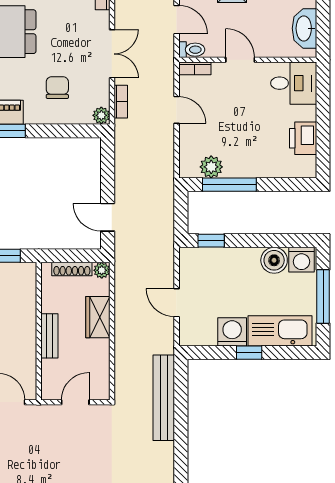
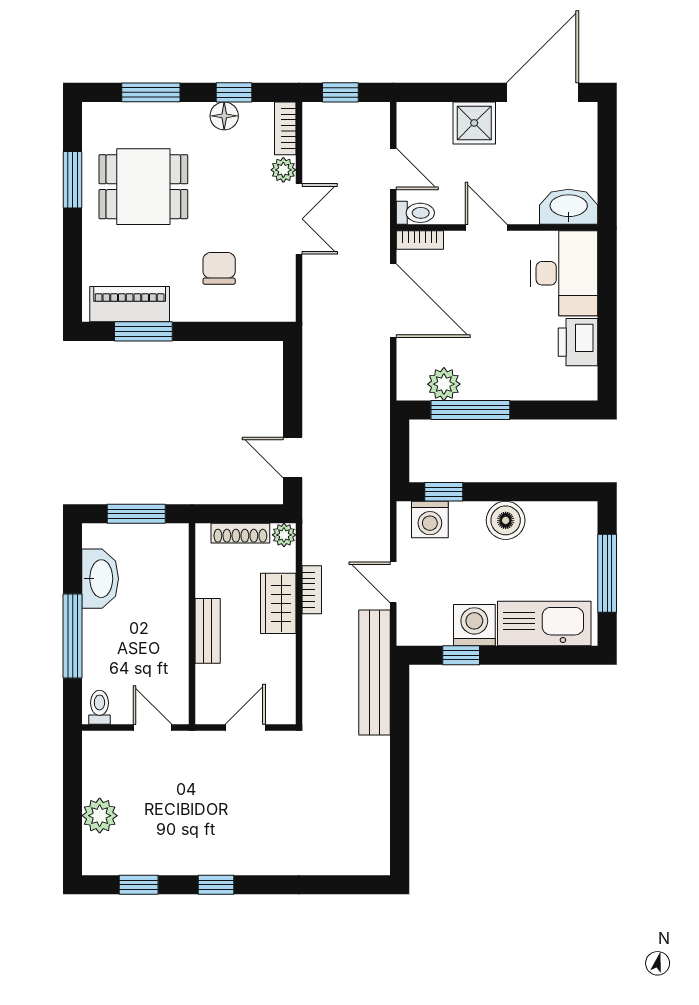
washbasin: (304, 28) -> (569, 207), moved, turned 90
desk: (294, 83) -> (564, 273), width x1.37
bookcase: (121, 102) -> (312, 590), moved
door: (177, 110) -> (393, 301), width x1.88
plant: (101, 115) -> (283, 170), moved
boiler: (274, 260) -> (506, 520), moved
washing machine: (301, 260) -> (430, 519), moved
window: (249, 353) -> (461, 655), moved
bench: (164, 398) -> (375, 672), moved

